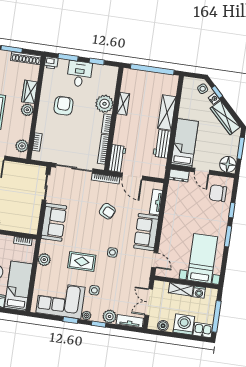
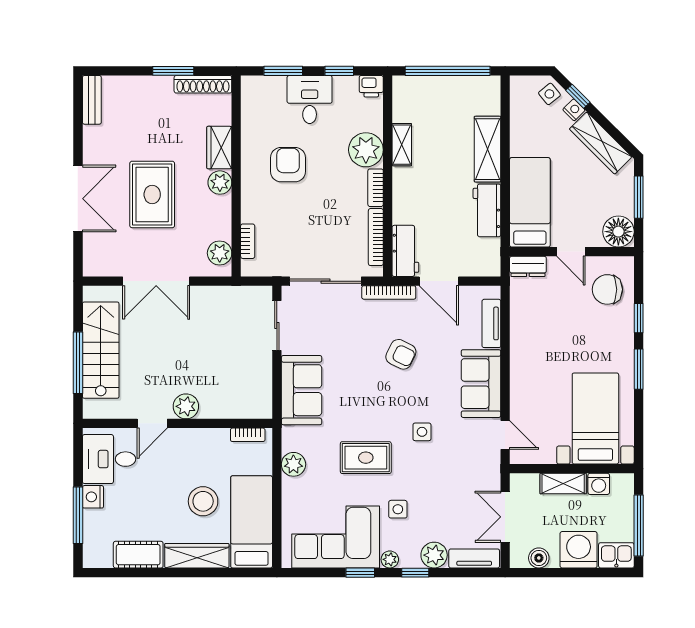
printer: (51, 63) -> (371, 86), moved

